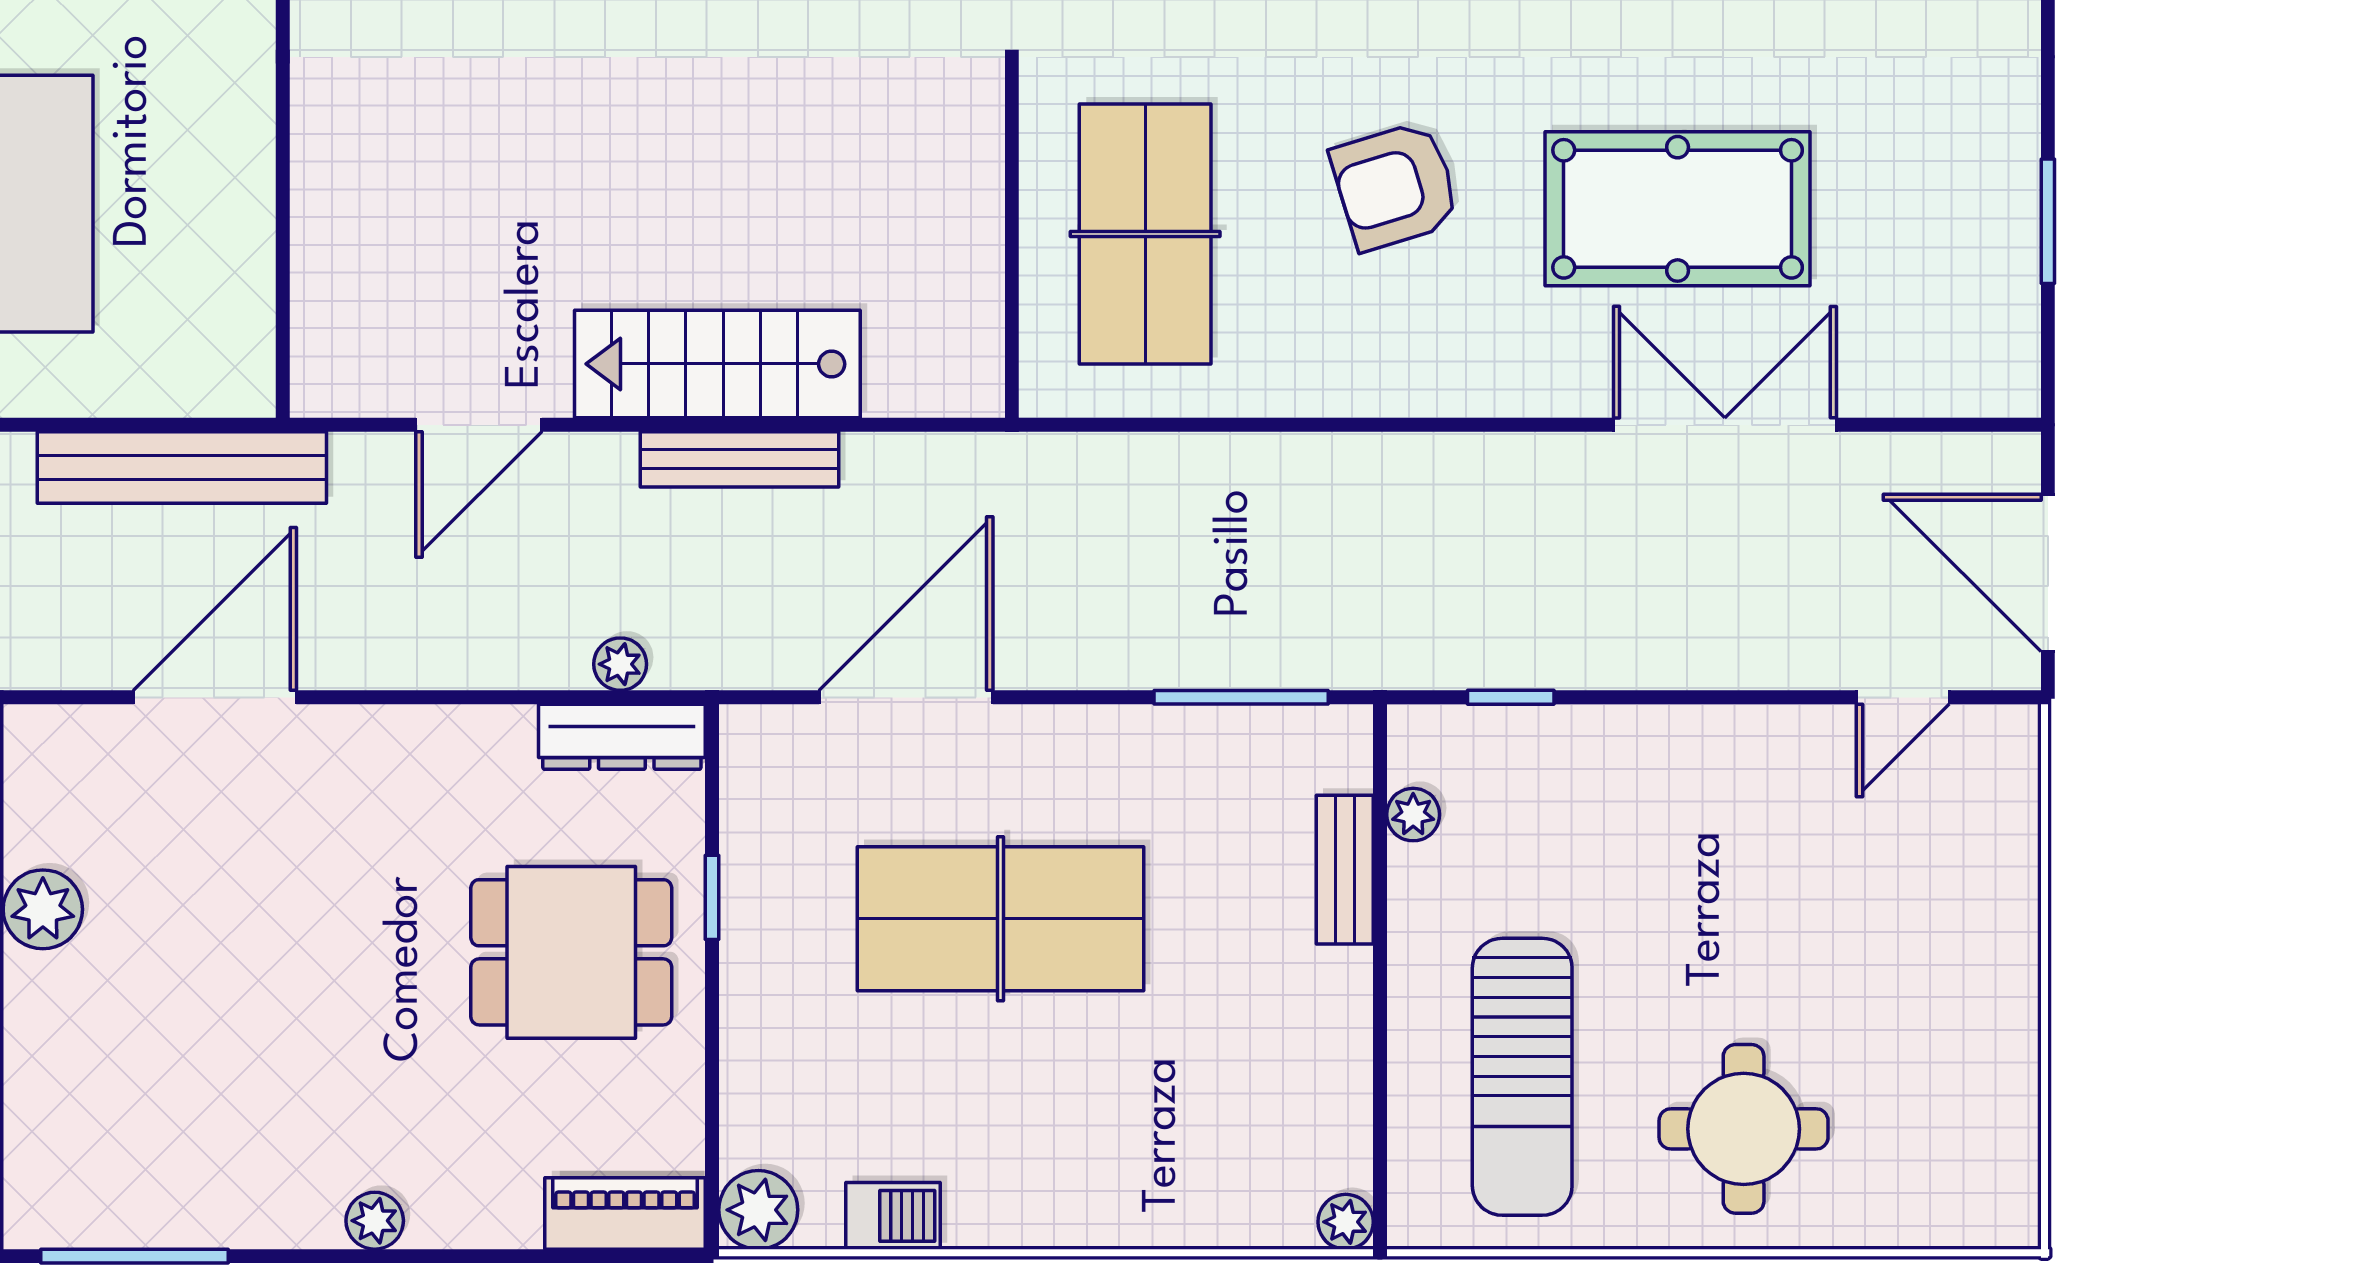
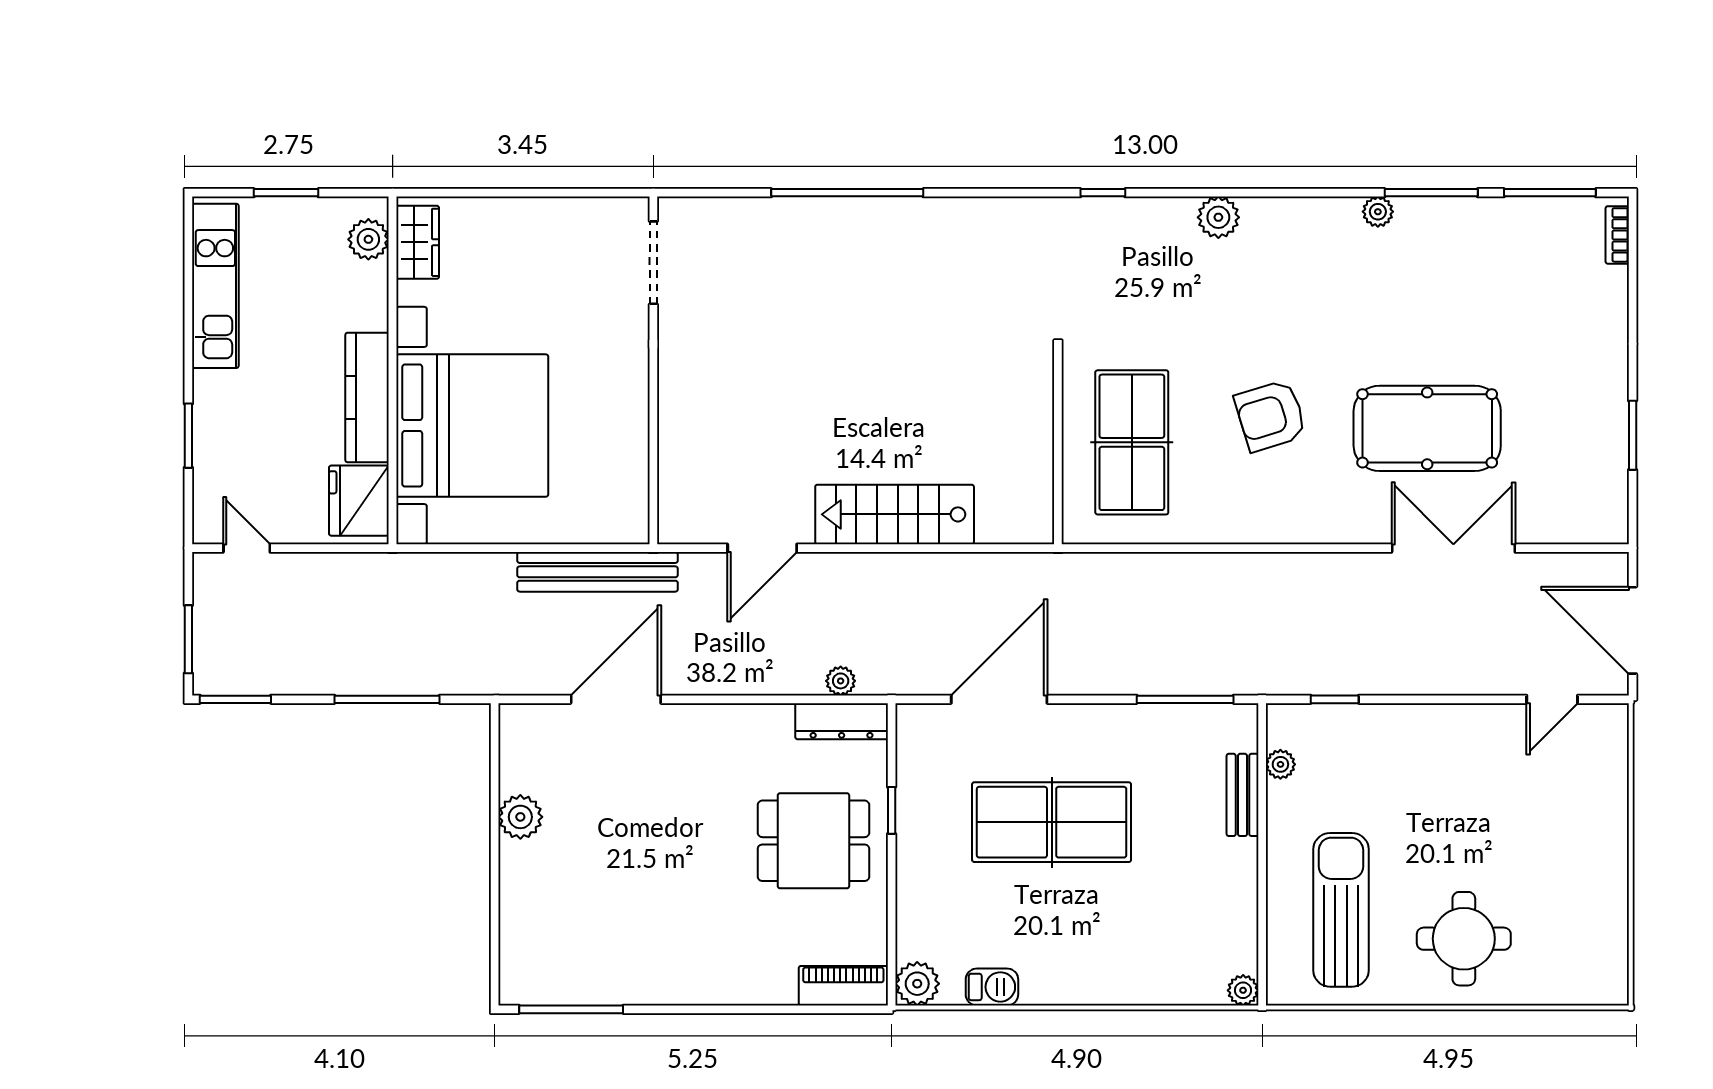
bench: (739, 459) -> (907, 567), removed
sun lounger: (1522, 1077) -> (1341, 910), turned 180
plant: (375, 1221) -> (704, 990), removed

